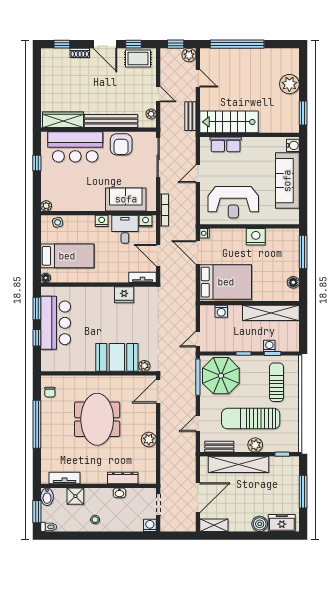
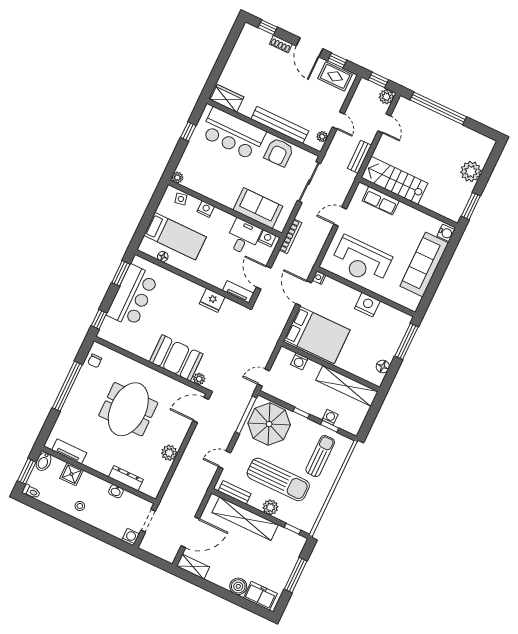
wardrobe: (63, 120) -> (227, 98), width x0.67
nightstand: (102, 221) -> (206, 209), moved
floor lamp: (46, 278) -> (163, 257), moved
window: (37, 338) -> (99, 319), moved
sun lounger: (251, 419) -> (278, 479), turned 180

